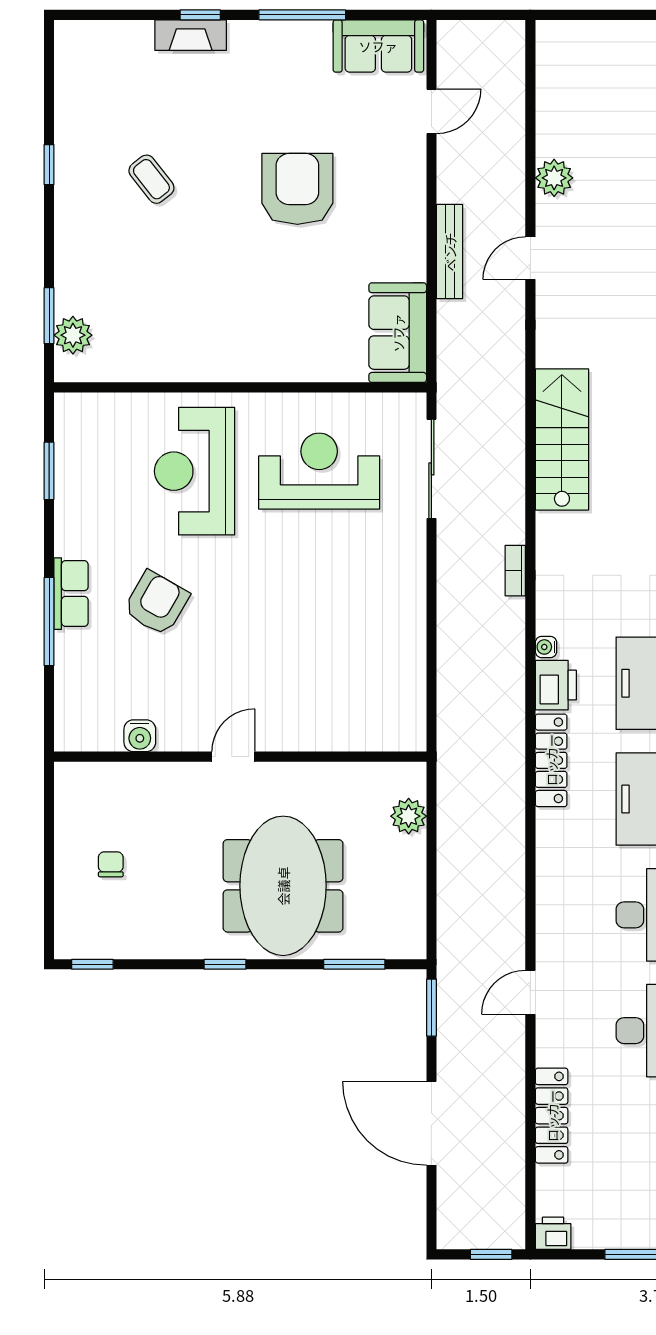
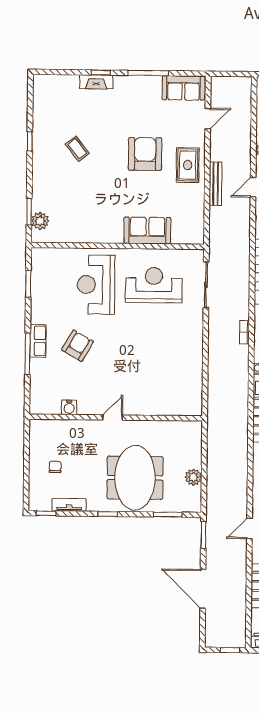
rug: (389, 212) -> (188, 165), added
sofa: (398, 333) -> (147, 231), moved, turned 90
plant: (409, 816) -> (193, 477), moved
tv unit: (142, 946) -> (69, 505), added

